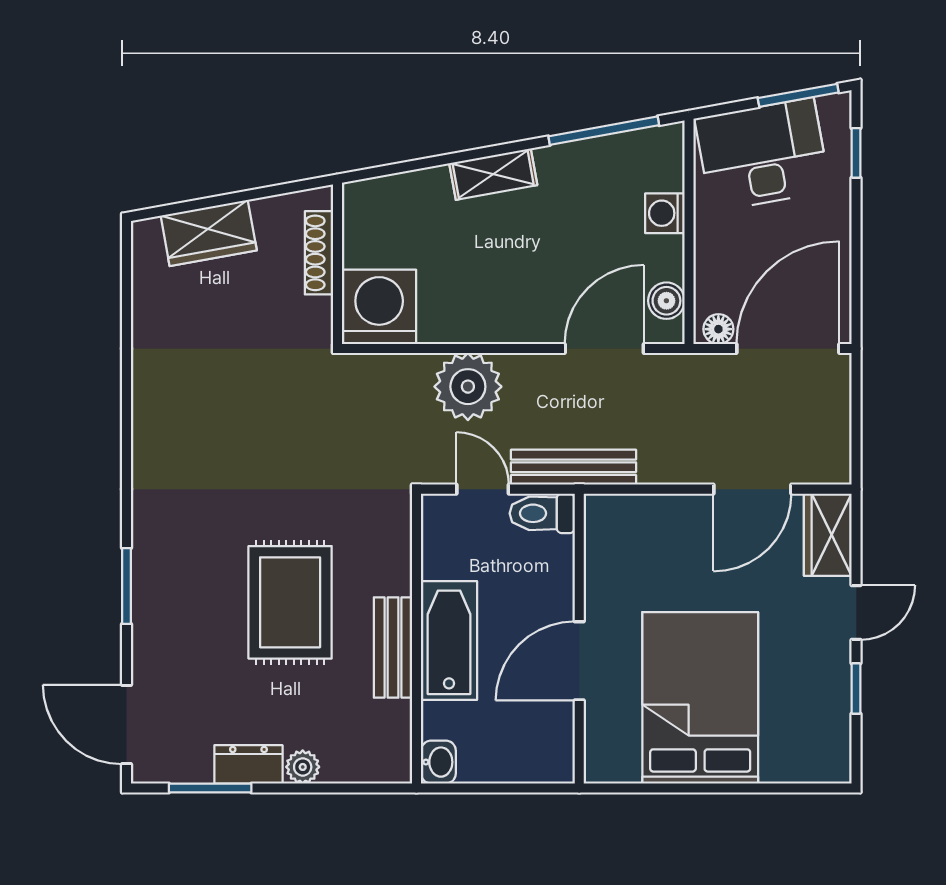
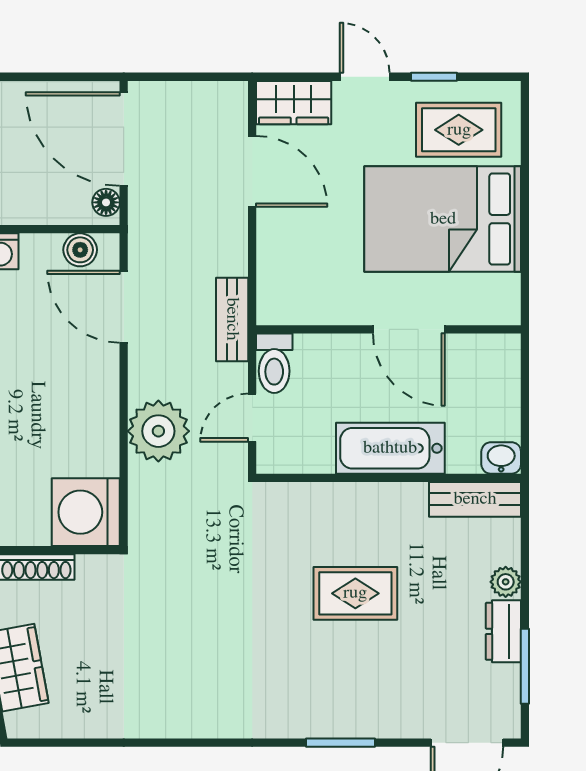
bench: (573, 467) -> (232, 319), width x0.73
rug: (290, 602) -> (355, 593), width x0.73, depth x0.70
bench: (393, 648) -> (475, 499), moved
rug: (798, 716) -> (459, 130), added

